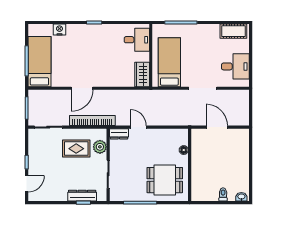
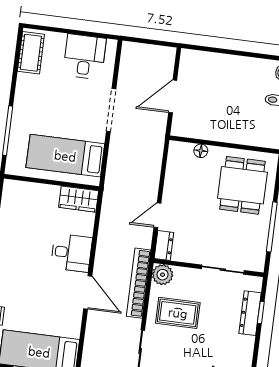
desk: (137, 40) -> (71, 253), moved, turned 90
plant: (100, 147) -> (163, 275), moved
rug: (76, 149) -> (178, 313), turned 90

